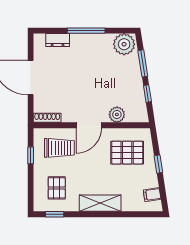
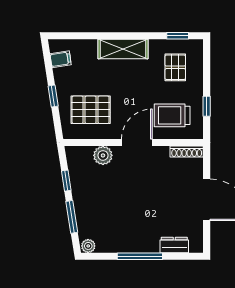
plant: (124, 44) -> (88, 246), width x0.53, depth x0.53

